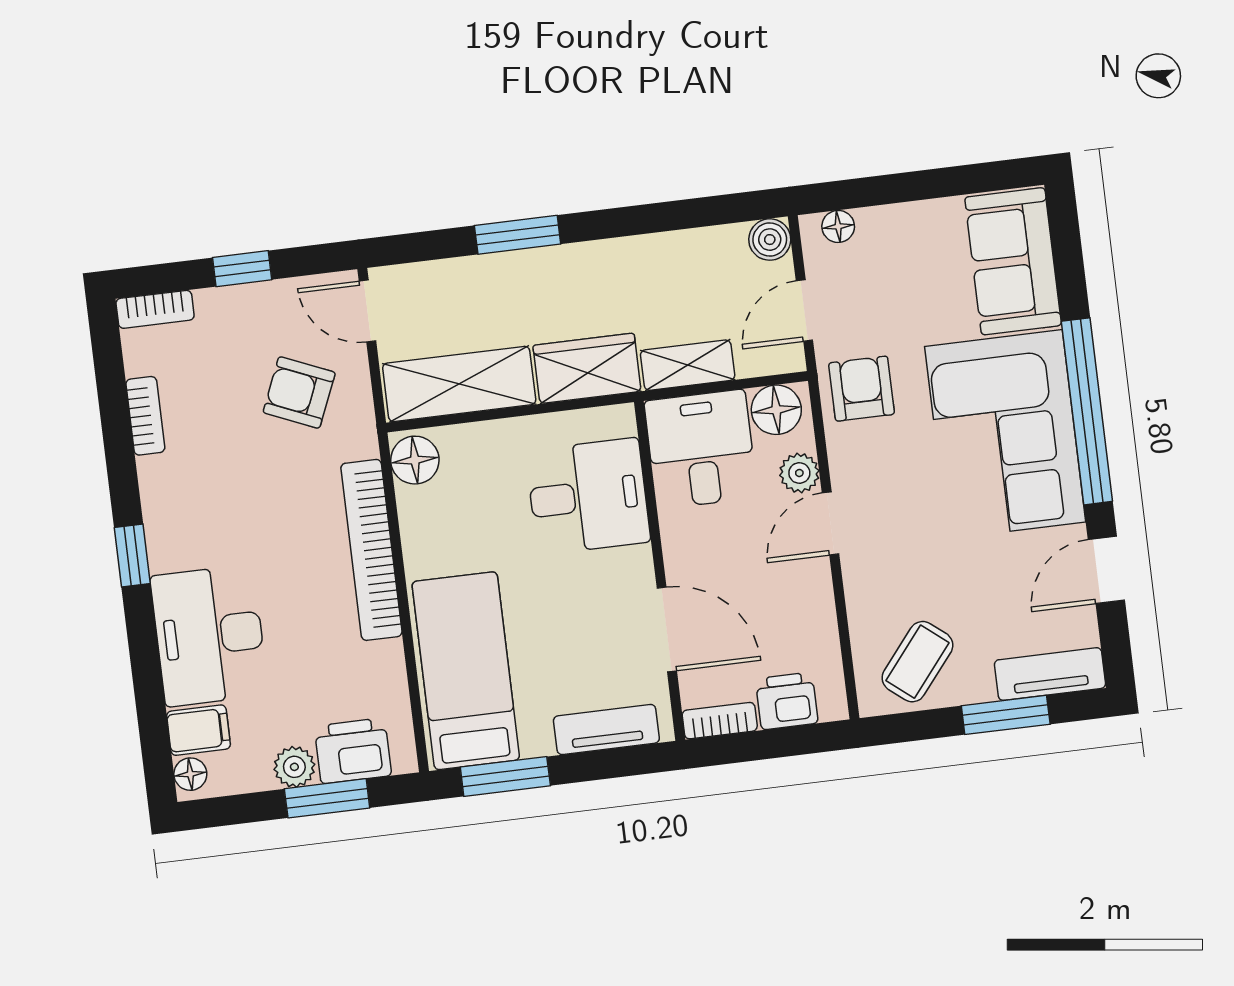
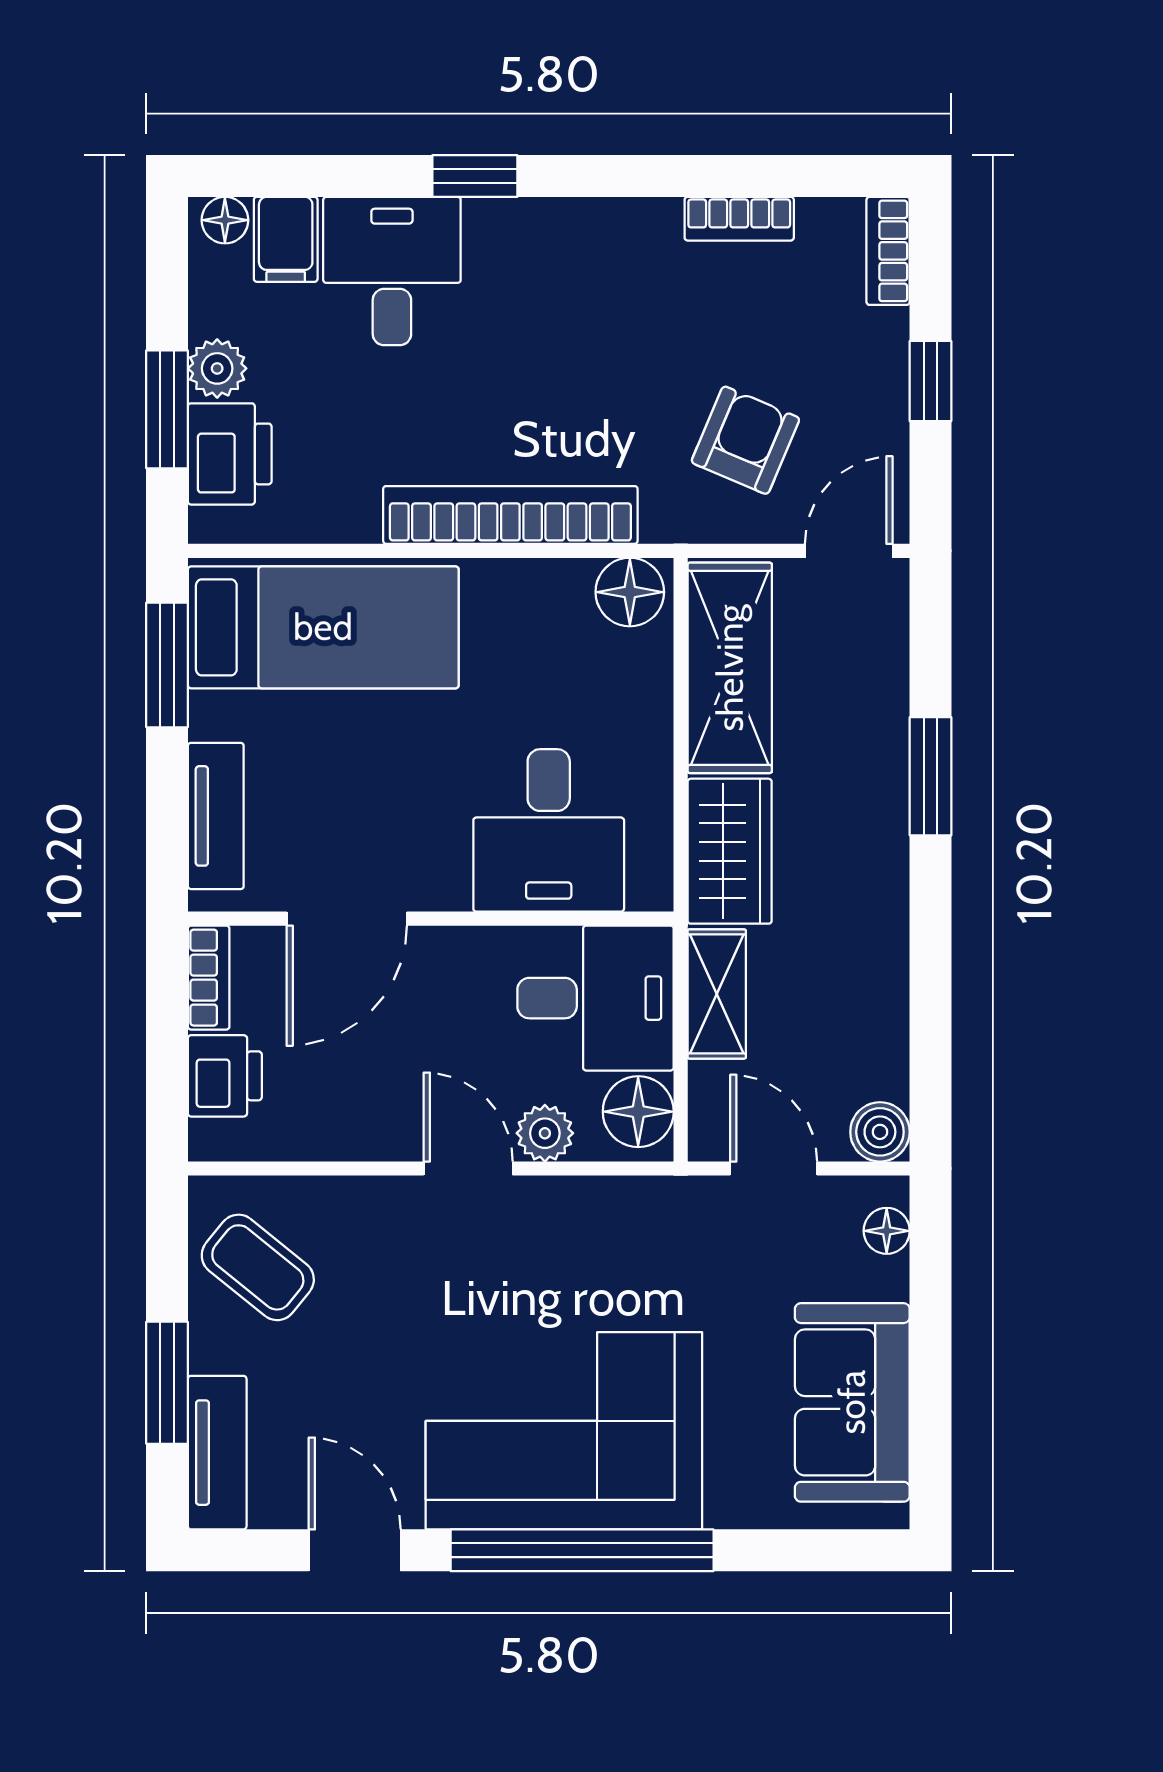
sofa: (1013, 261) -> (852, 1402), moved, turned -90
armchair: (862, 389) -> (653, 1236), removed
window: (132, 556) -> (475, 176), moved
desk: (209, 636) -> (392, 271), width x0.73

